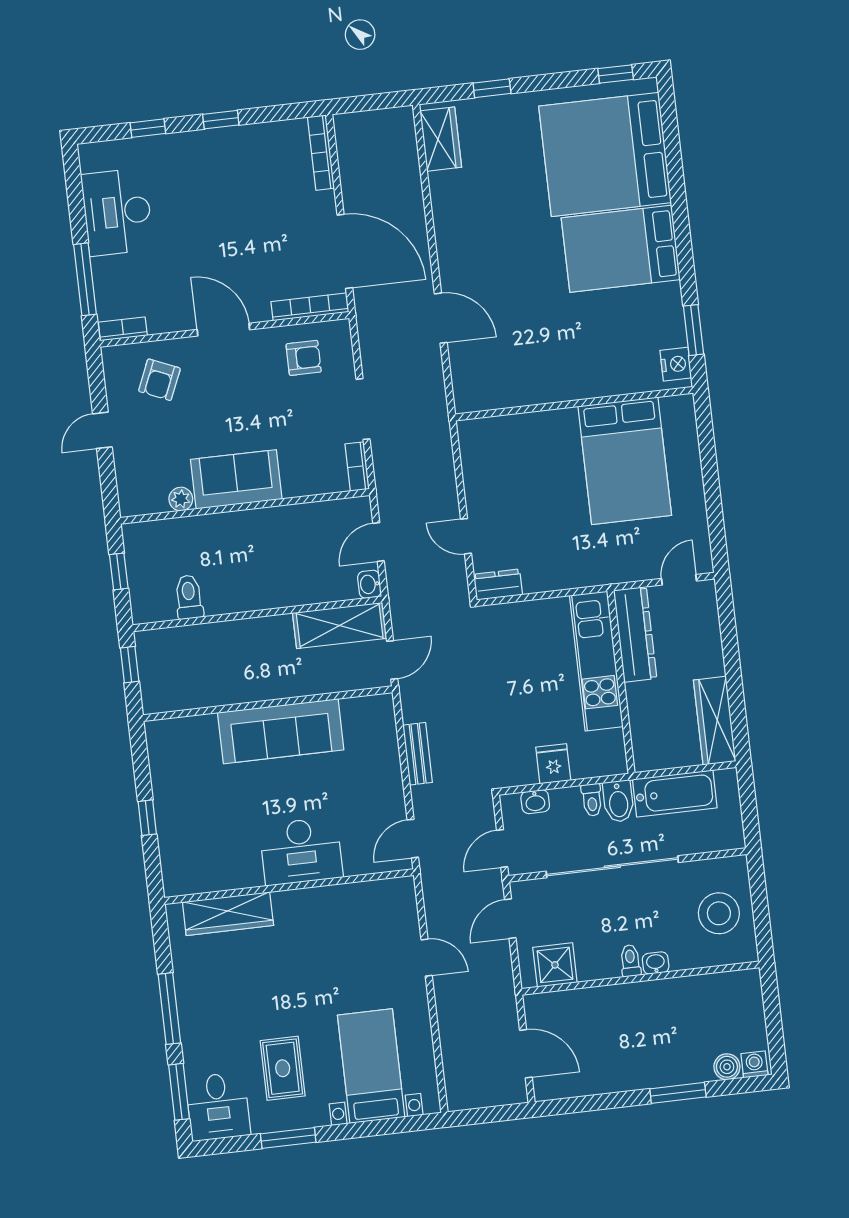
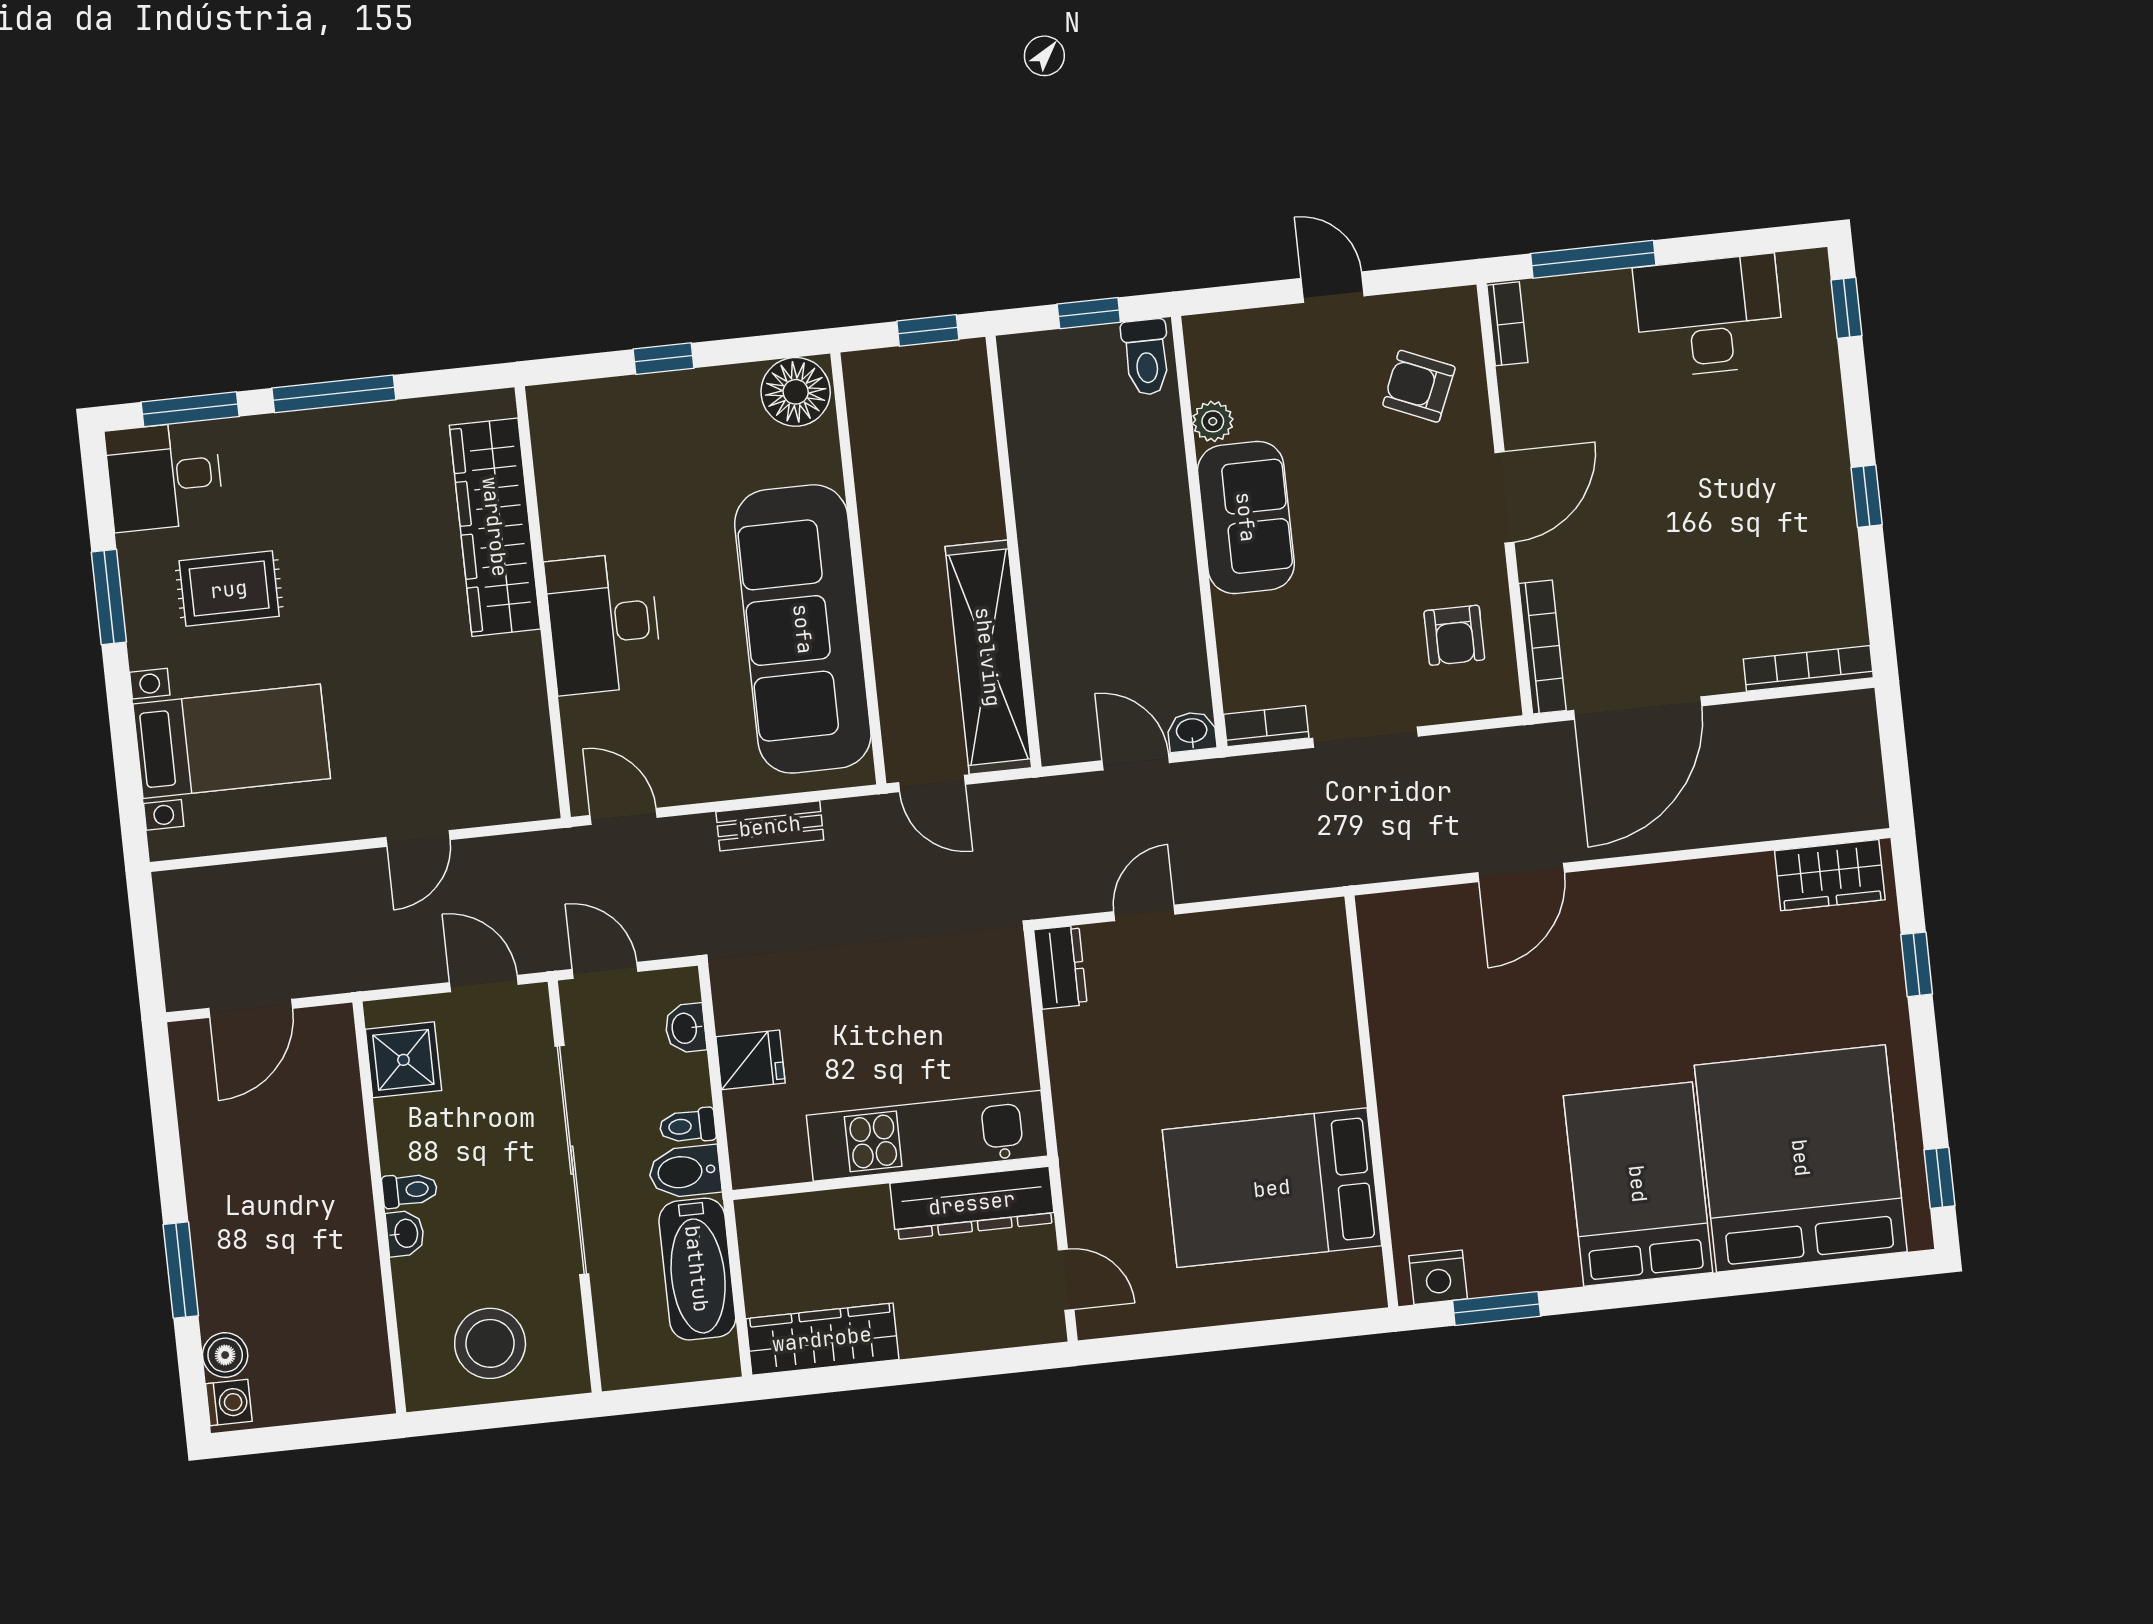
window: (148, 128) -> (1846, 308), moved
washbasin: (369, 584) -> (1192, 732), moved
toilet: (189, 597) -> (1146, 357), moved, turned 90
shelving: (340, 625) -> (988, 657), width x1.47
sofa: (281, 731) -> (803, 629), width x1.36, depth x1.27
floor lamp: (166, 741) -> (796, 392), added
wardrobe: (228, 914) -> (495, 527), width x1.40, depth x1.17

